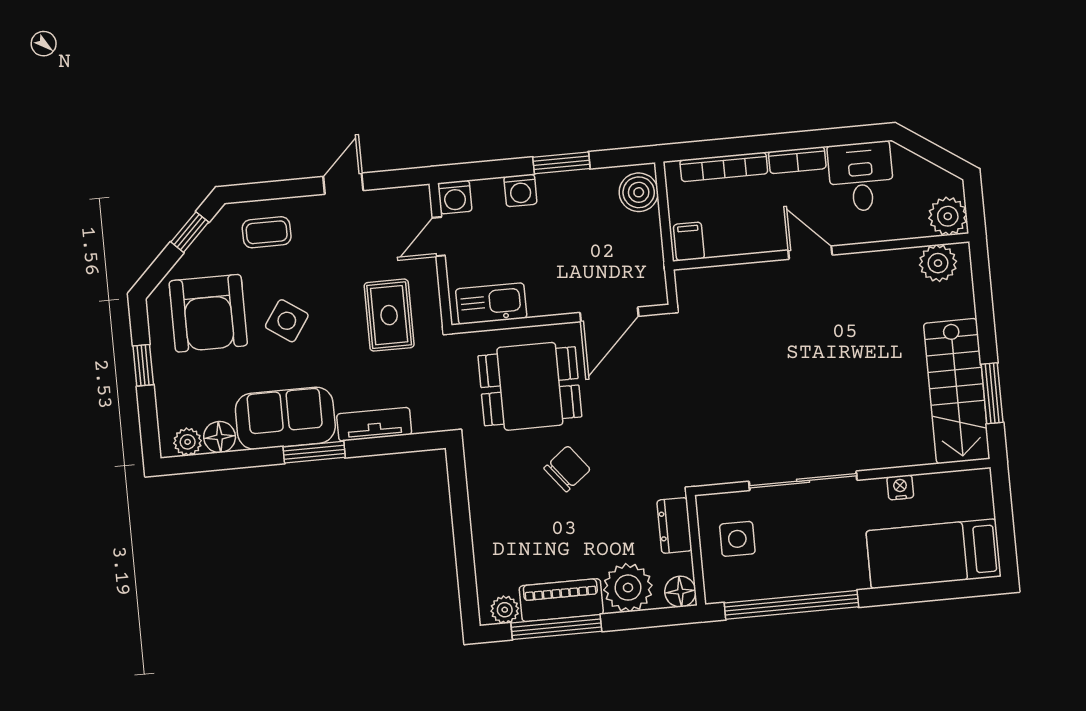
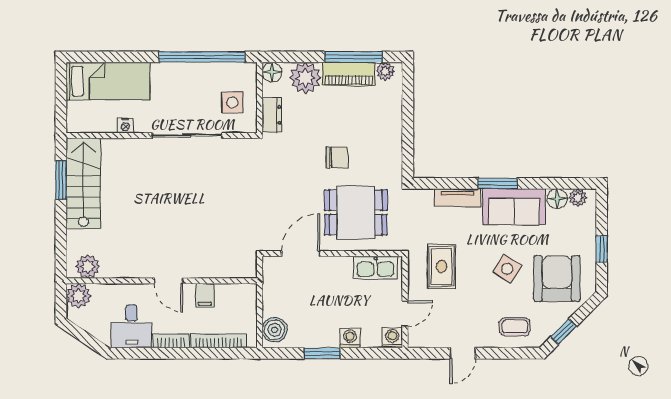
filing cabinet: (689, 241) -> (205, 295), moved
chair: (567, 469) -> (337, 157), turned -142

